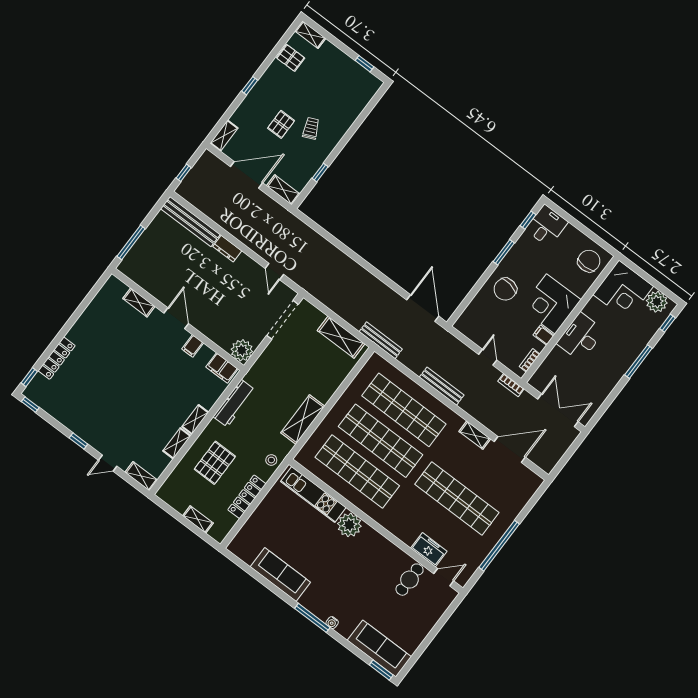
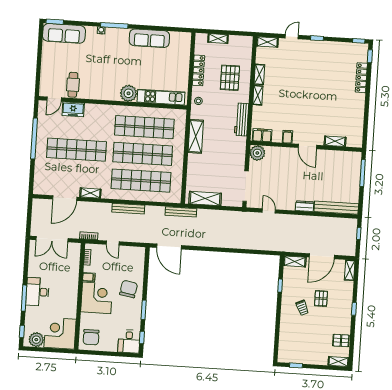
desk: (581, 337) -> (38, 292), moved, turned 180

